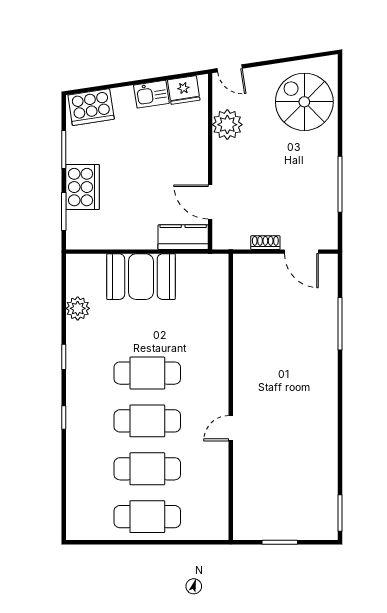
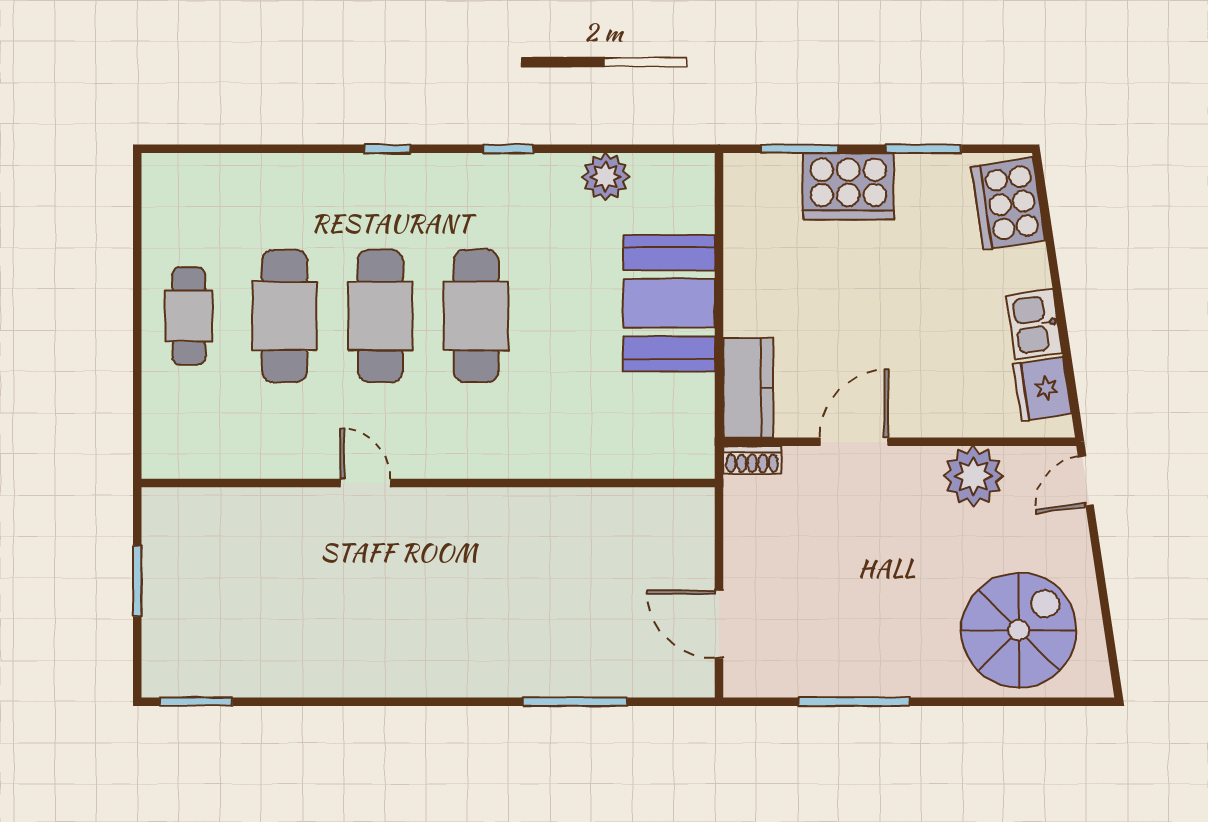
door: (210, 202) -> (854, 442), moved
shoe rack: (265, 243) -> (752, 460), moved, turned 90
door: (301, 252) -> (719, 624), hinge flipped
cafe table: (147, 517) -> (189, 316), width x0.73, depth x0.74

